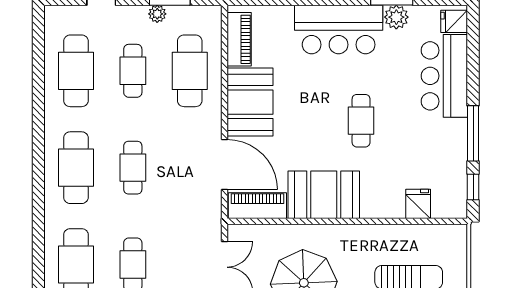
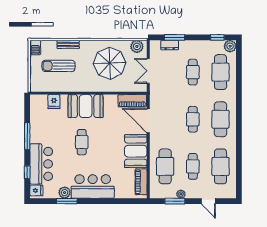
window: (473, 187) -> (27, 172), moved
booth: (324, 195) -> (86, 106), moved

